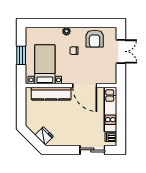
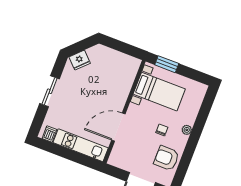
window: (21, 55) -> (167, 64), moved
kitchen counter: (51, 94) -> (124, 86), removed
sliding door: (92, 150) -> (50, 91), moved

